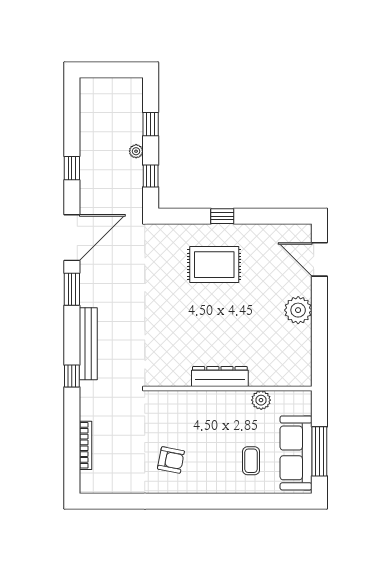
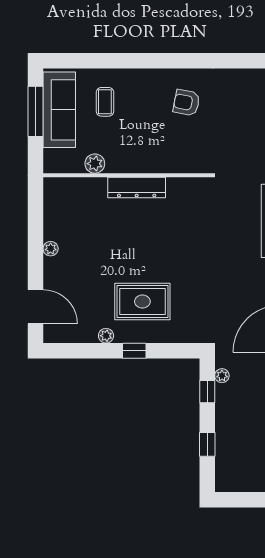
plant: (136, 151) -> (222, 376), moved
plant: (250, 231) -> (106, 336), added
plant: (298, 310) -> (51, 249), width x0.53, depth x0.53

